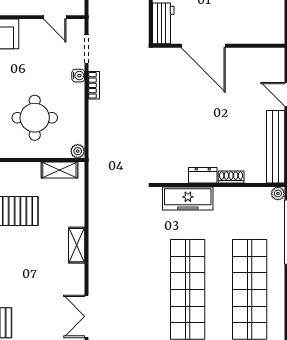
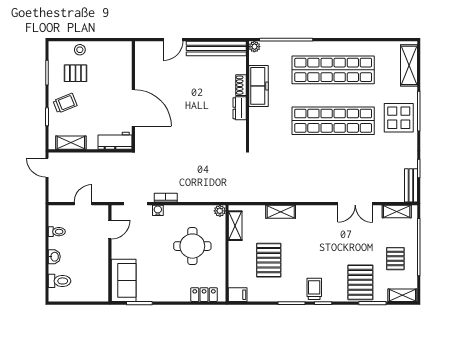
door: (203, 46) -> (133, 108), hinge flipped
freezer: (188, 198) -> (259, 86), moved
shelving: (77, 245) -> (281, 212), moved

